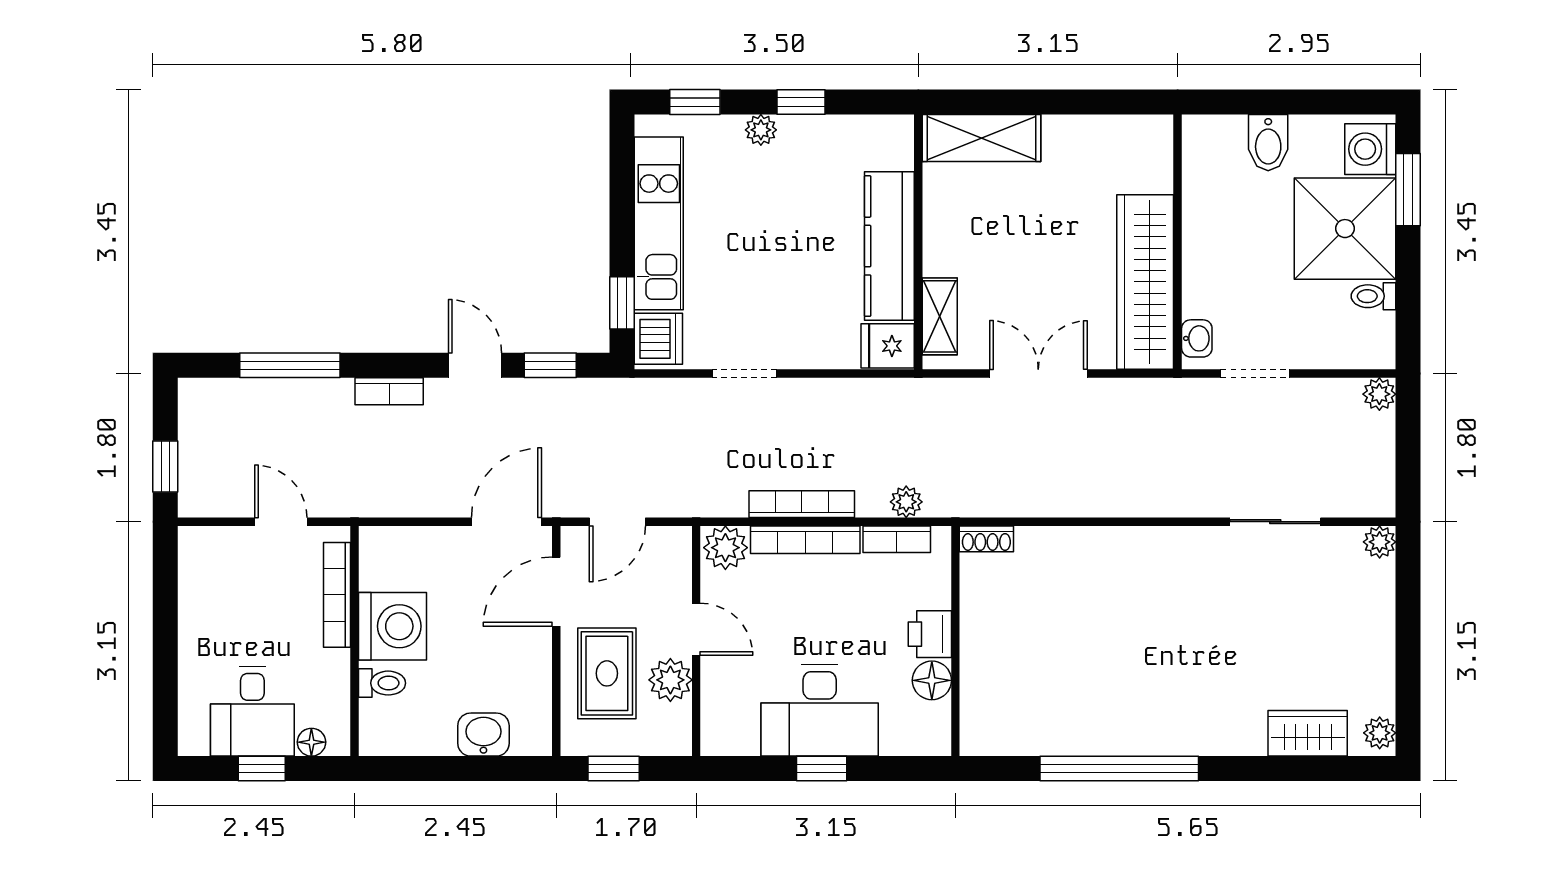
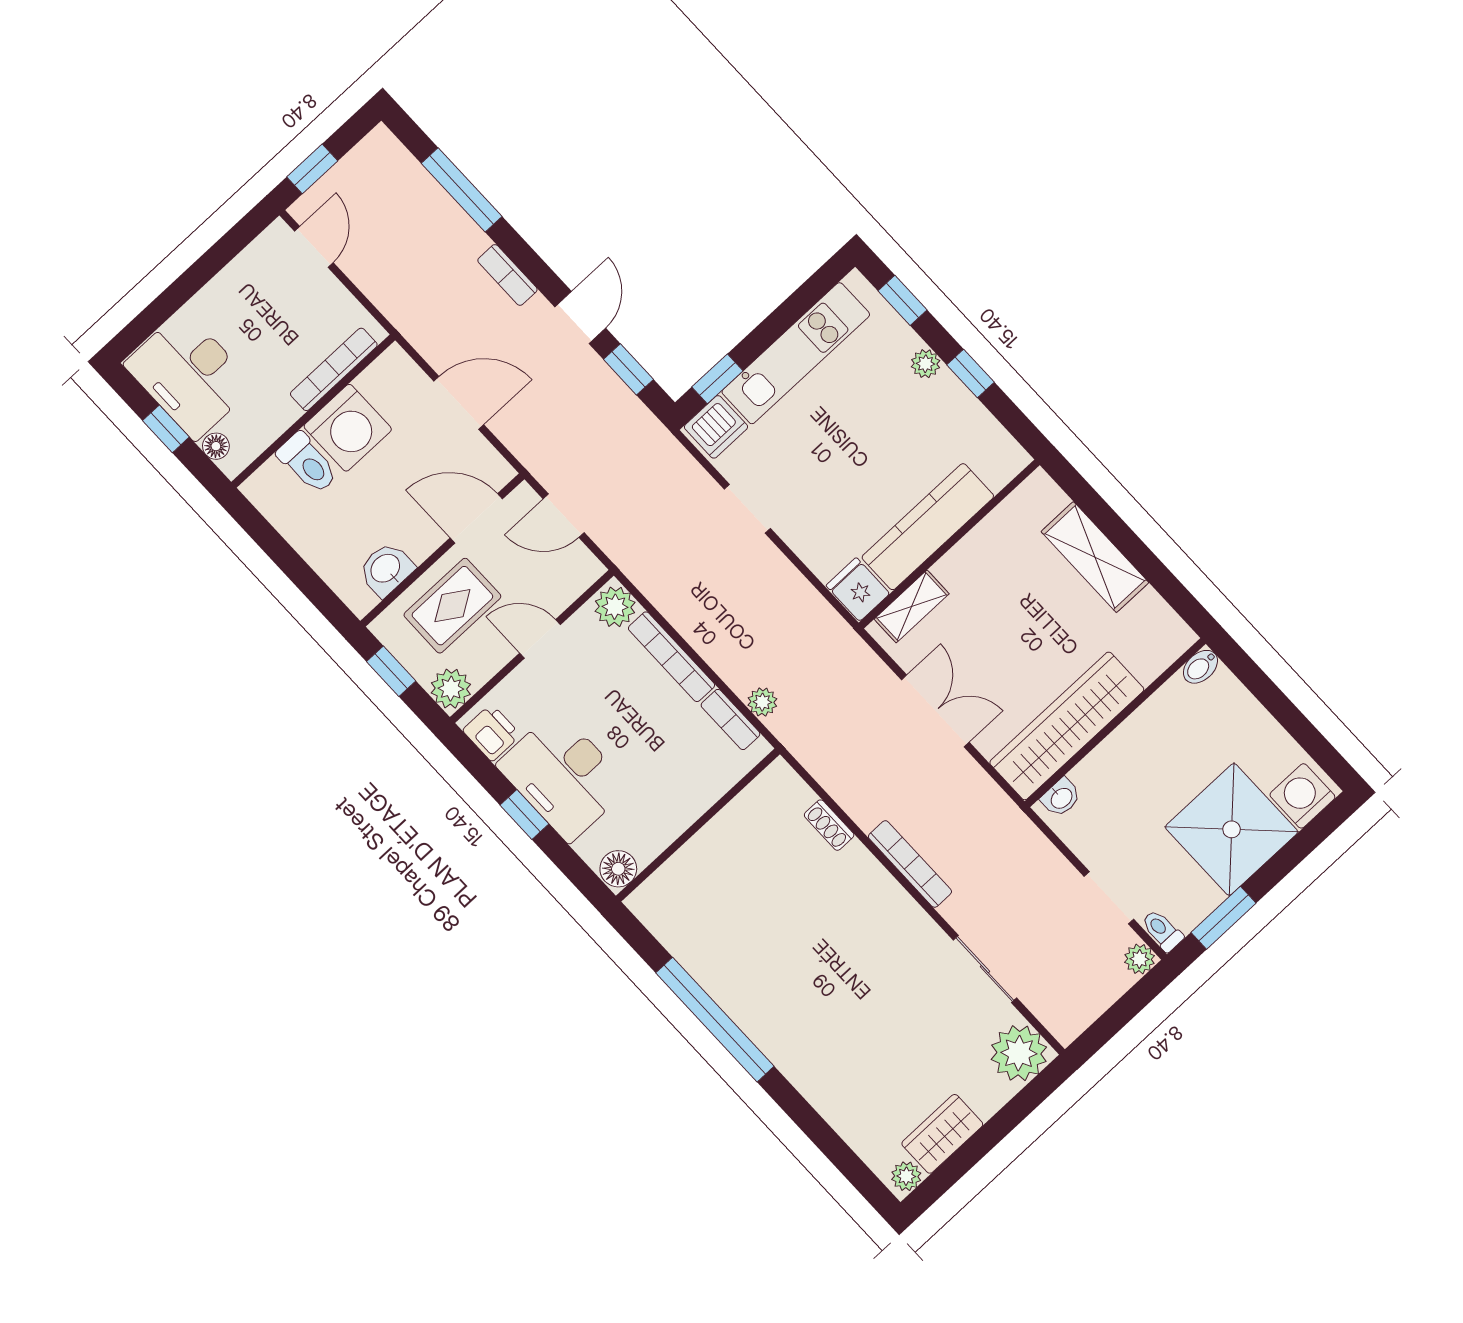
shelving: (981, 138) -> (1095, 557), moved
bidet: (1268, 143) -> (1200, 667), moved, width x0.72, depth x0.74
window: (1408, 190) -> (1224, 918), moved
toilet: (1373, 296) -> (1162, 930), moved
doorway: (1255, 374) -> (1109, 898), moved
bookcase: (802, 504) -> (910, 864), moved
door: (281, 522) -> (314, 247), moved
door: (507, 522) -> (459, 403), moved
shoe rack: (986, 539) -> (829, 825), moved
plant: (1380, 542) -> (1019, 1053), width x1.87, depth x1.87
door: (696, 629) -> (540, 639), swing flipped
printer: (930, 634) -> (492, 733), moved, turned 90
plant: (670, 680) -> (451, 689), moved
floor lamp: (932, 680) -> (618, 869), moved
toilet: (382, 683) -> (308, 463), width x1.37, depth x1.39
desk: (252, 711) -> (189, 375), width x1.37
wardrobe: (1308, 733) -> (942, 1134), moved, turned -90
washbasin: (483, 735) -> (386, 569), moved, turned -90

